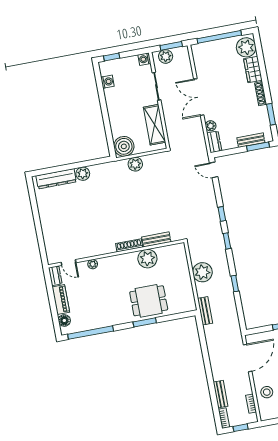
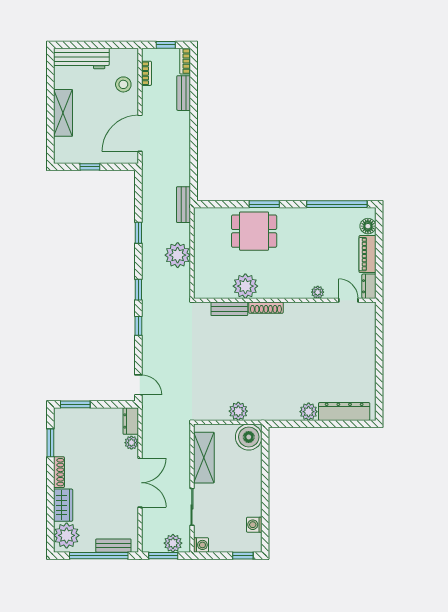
bench: (251, 140) -> (113, 546), moved

